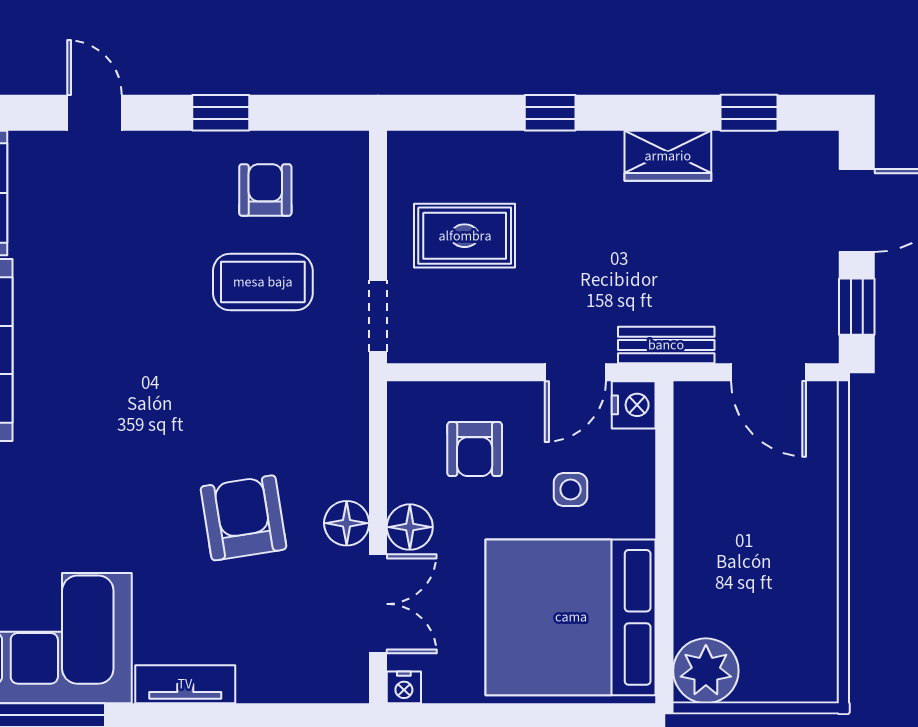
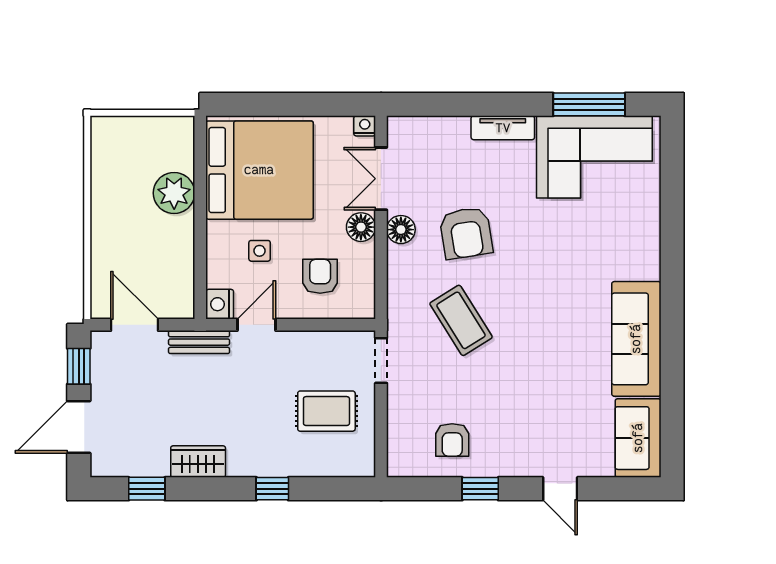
coffee table: (263, 282) -> (461, 320), moved, turned 58
plant: (706, 671) -> (174, 193), moved

